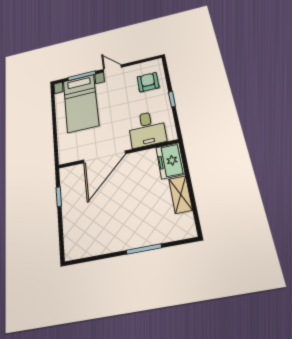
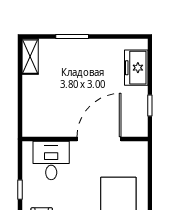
freezer: (170, 161) -> (136, 68), moved, turned 180
shelving: (180, 194) -> (30, 57), moved

